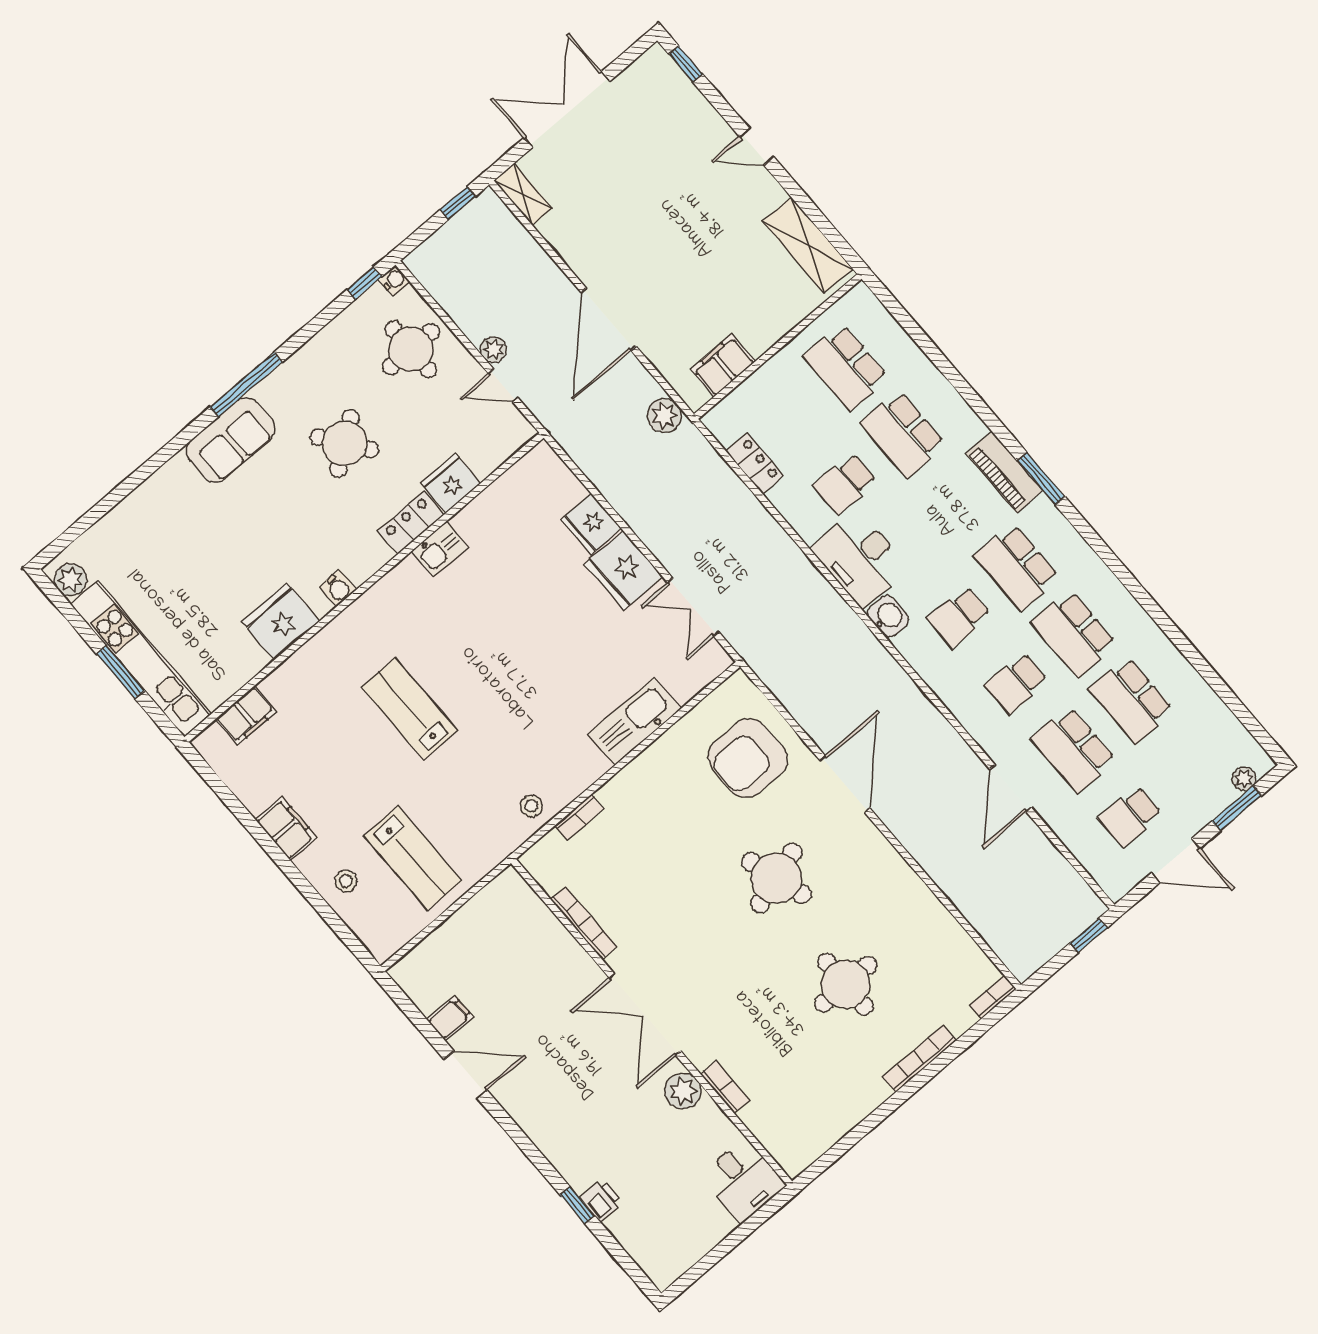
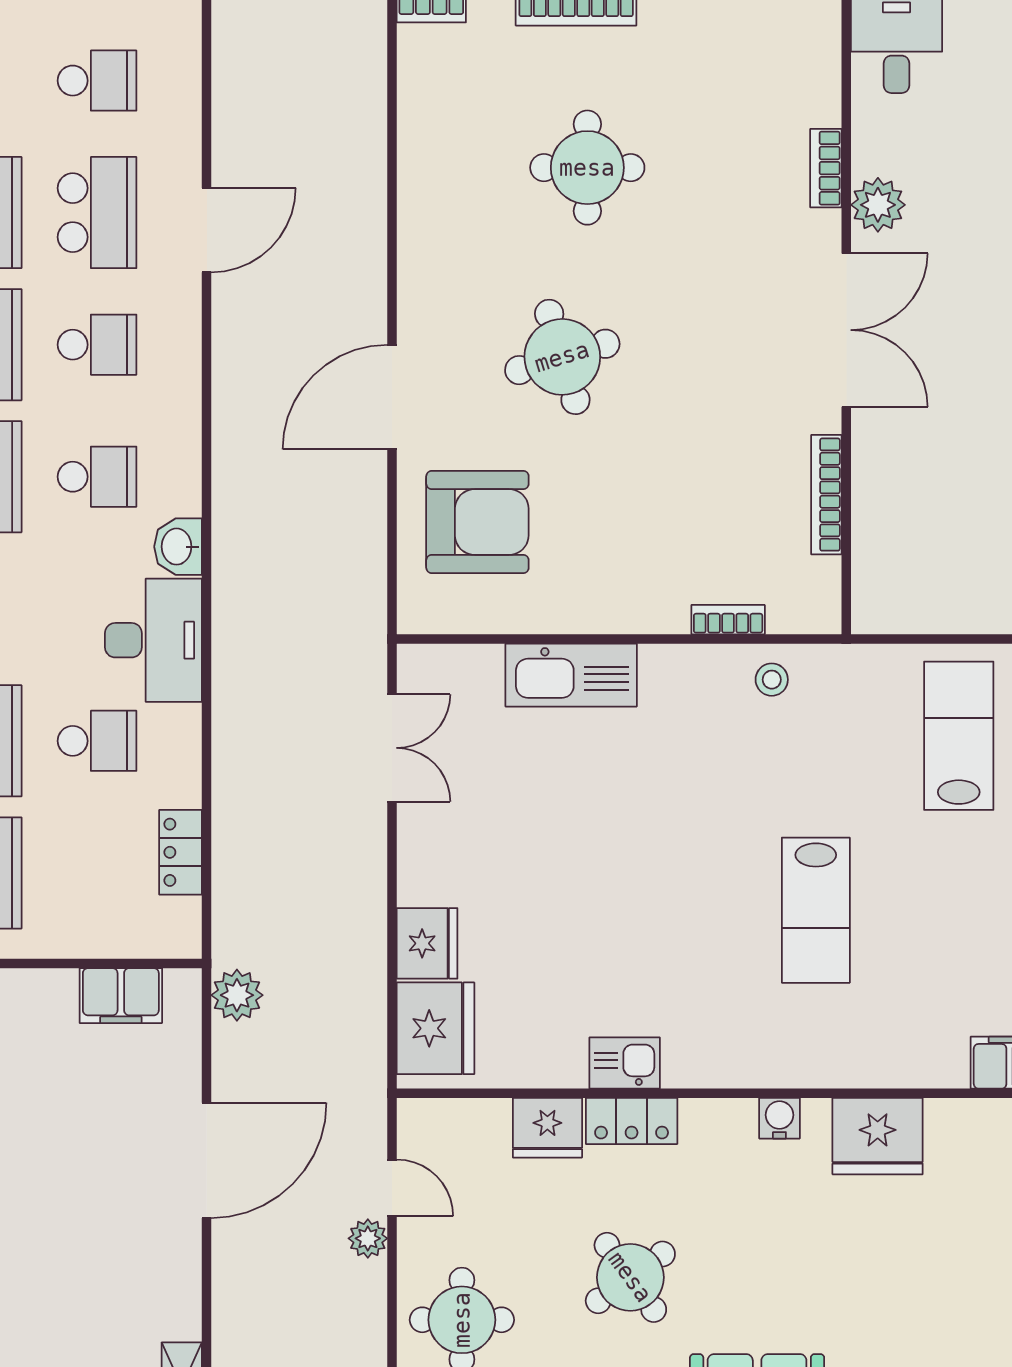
fridge: (624, 570) -> (435, 1028), moved

